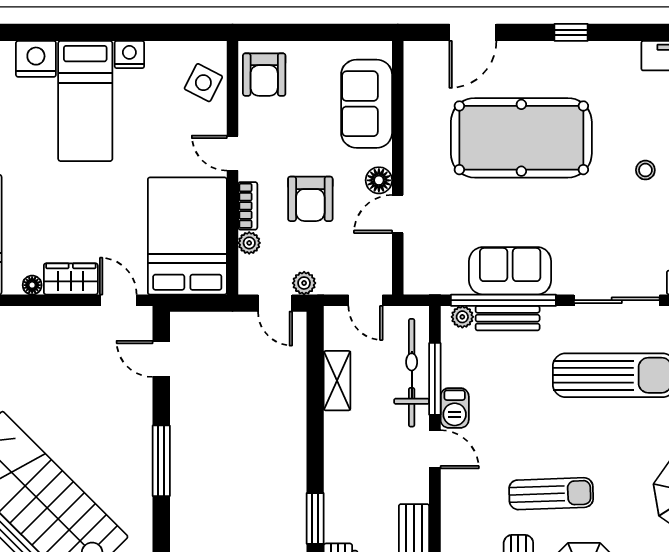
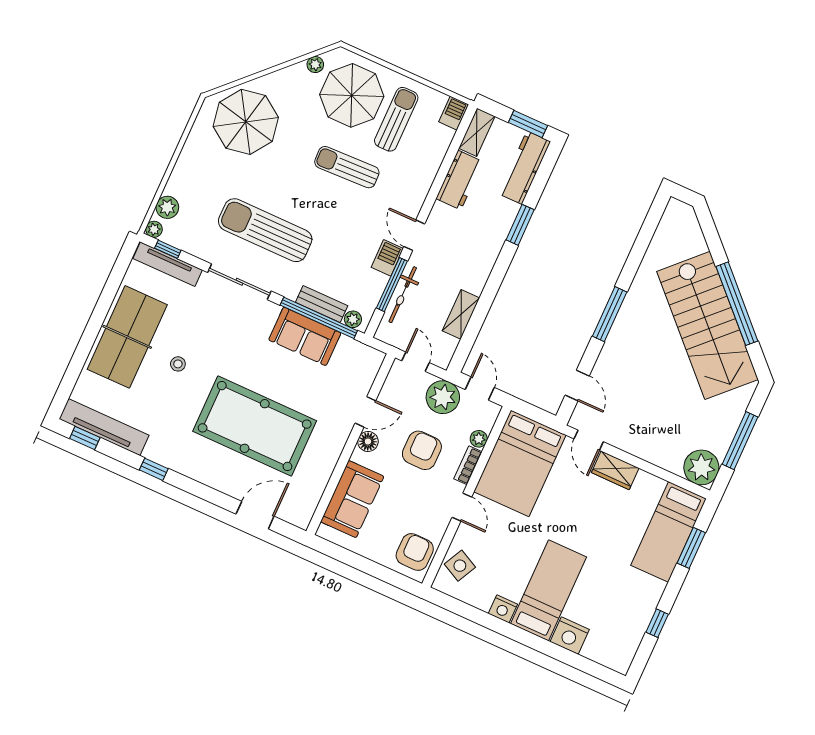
window: (571, 32) -> (154, 469), moved
plant: (304, 283) -> (443, 397), width x1.87, depth x1.87
floor lamp: (32, 285) -> (644, 478), removed
bicycle: (412, 373) -> (403, 295), width x0.73, depth x0.71

